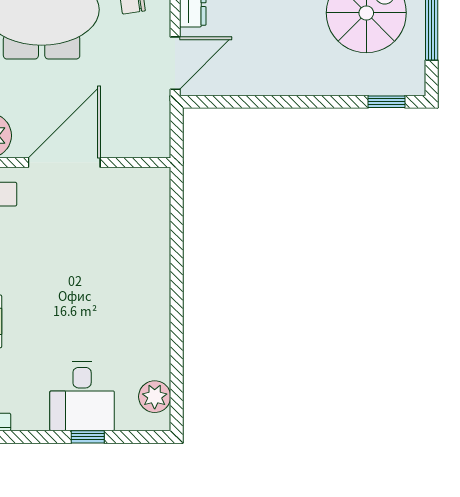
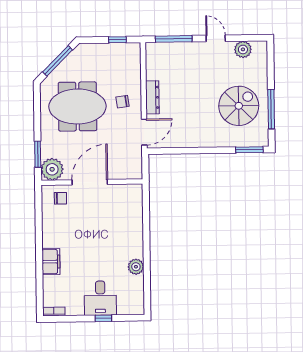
window: (386, 102) -> (249, 150), width x1.50
plant: (155, 397) -> (136, 267), moved

